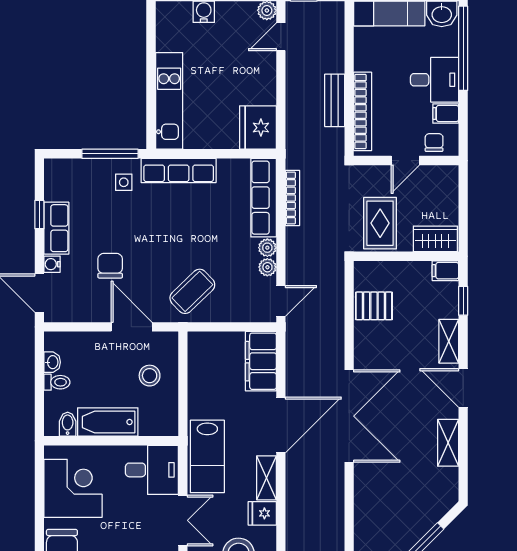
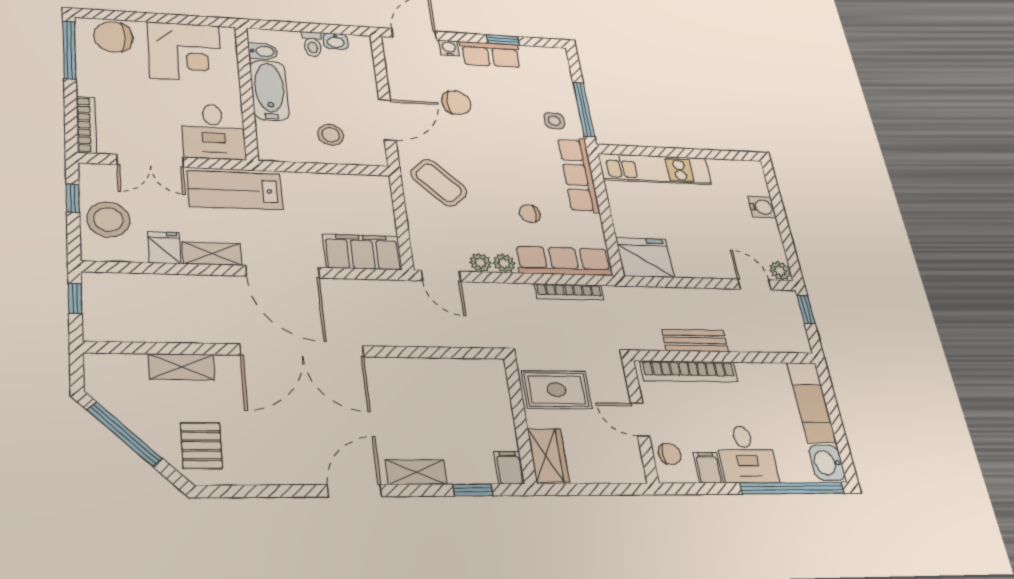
chair: (219, 219) -> (530, 214), added
pallet: (374, 306) -> (201, 446), moved
shelving: (448, 443) -> (181, 367), moved

